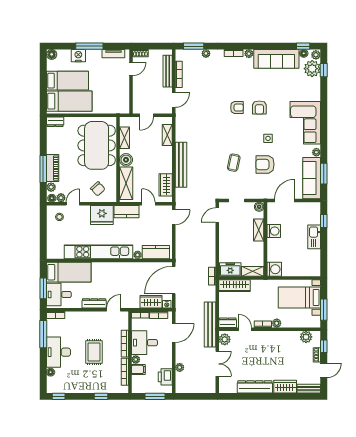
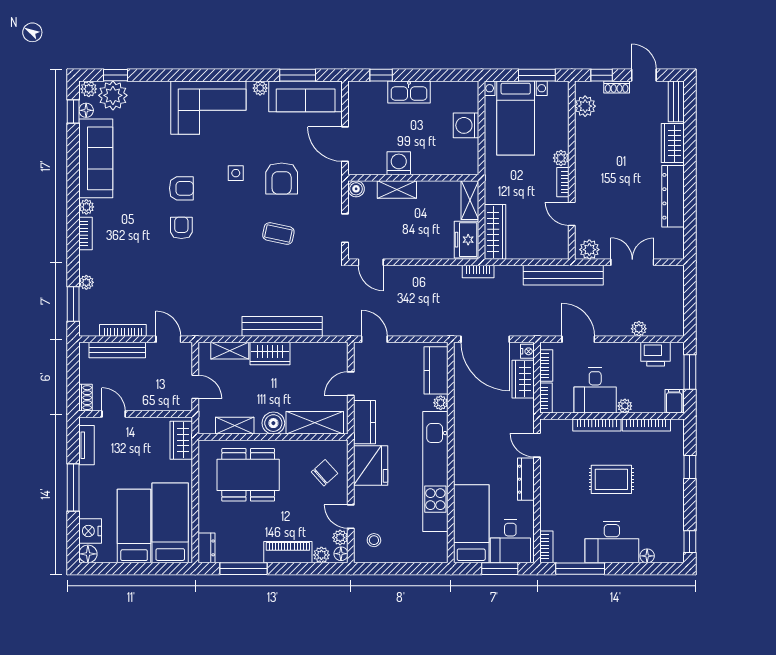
nightstand: (78, 56) -> (90, 531), moved
wardrobe: (116, 107) -> (181, 440), added
dining table: (97, 145) -> (248, 475), width x0.73, depth x0.80
window: (43, 169) -> (243, 569), moved
wardrobe: (166, 185) -> (270, 354), moved
washing machine: (274, 269) -> (466, 125), moved, turned -90
dresser: (228, 323) -> (560, 244), removed
door: (245, 329) -> (572, 214), hinge flipped
filing cabinet: (138, 369) -> (674, 401), moved

